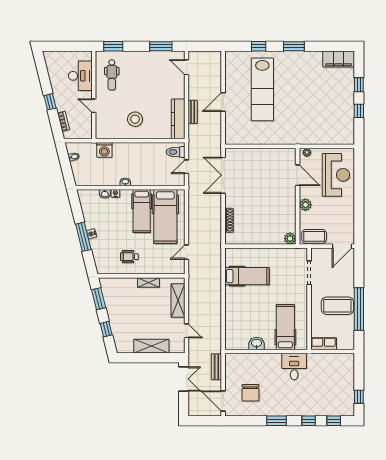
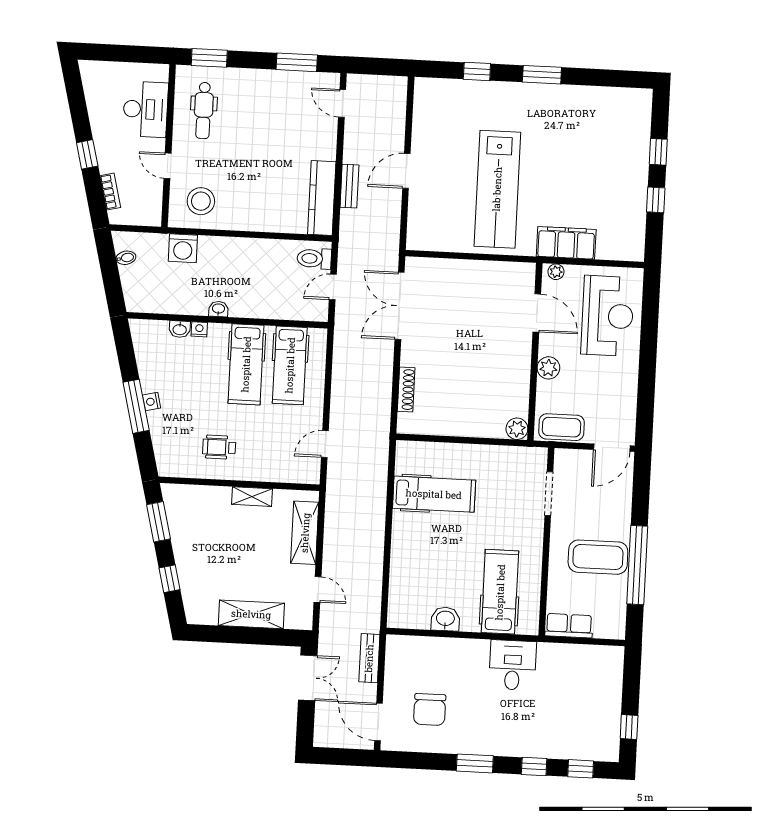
filing cabinet: (339, 59) -> (566, 243), moved, turned 180
lab bench: (262, 89) -> (497, 189), moved
stool: (135, 119) -> (201, 201), moved
hospital bed: (165, 217) -> (290, 365), width x0.73, depth x0.78

